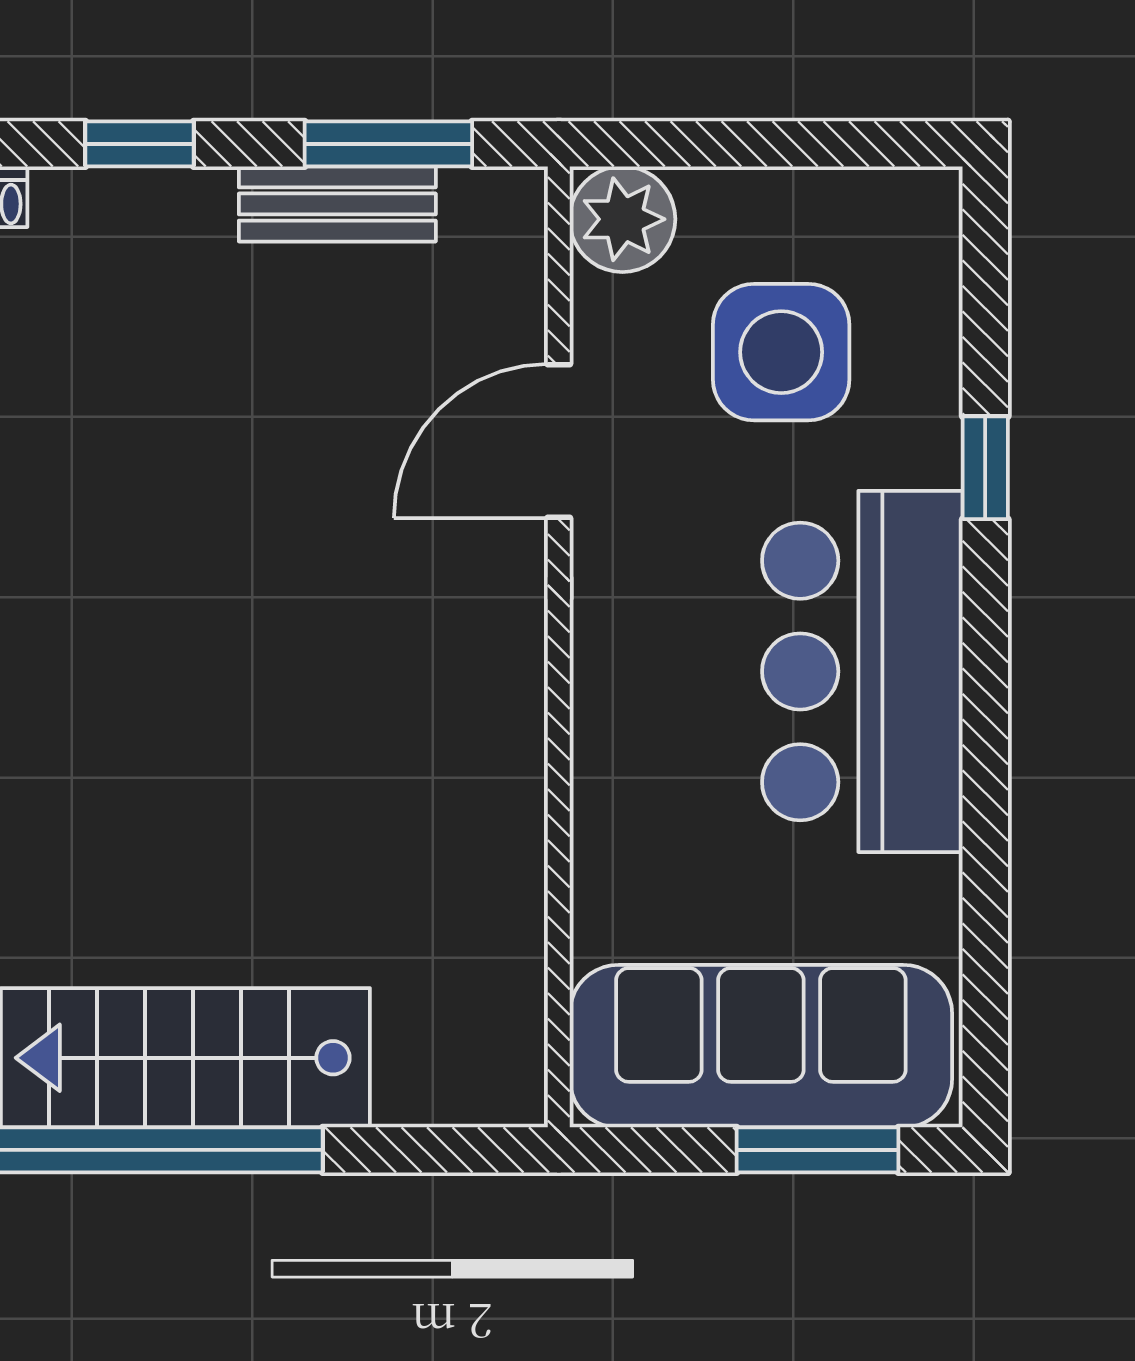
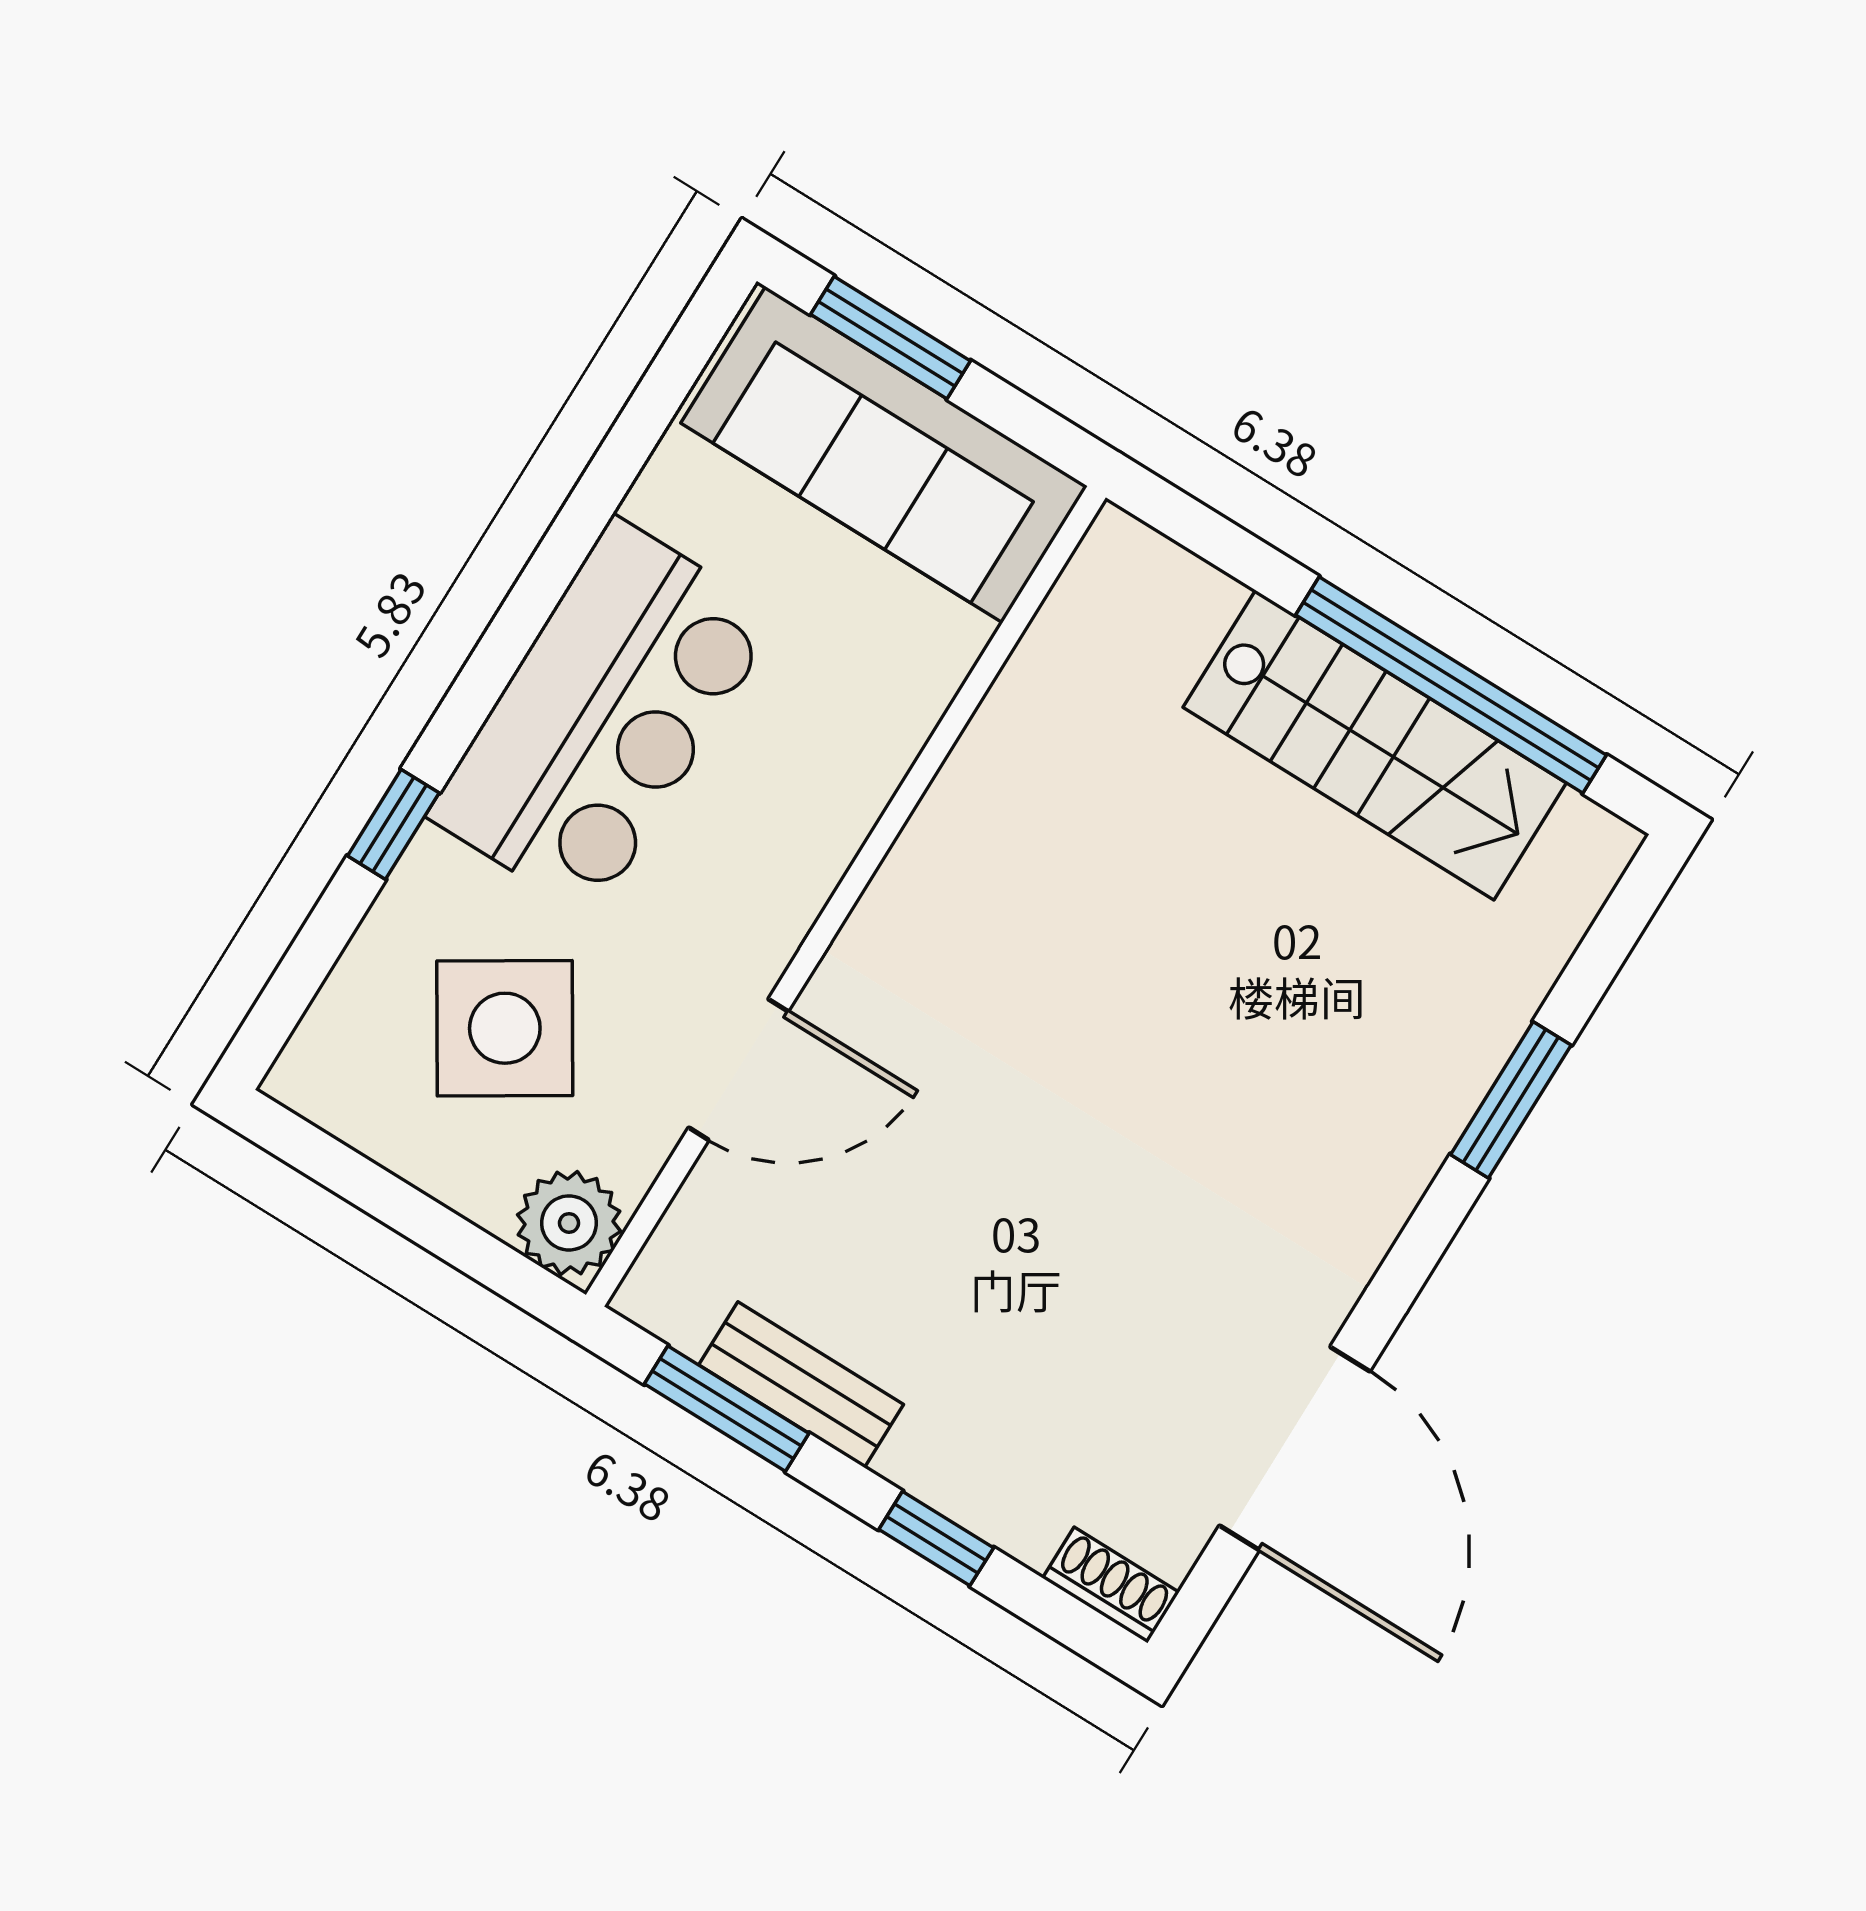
side table: (781, 352) -> (505, 1028), turned -32

